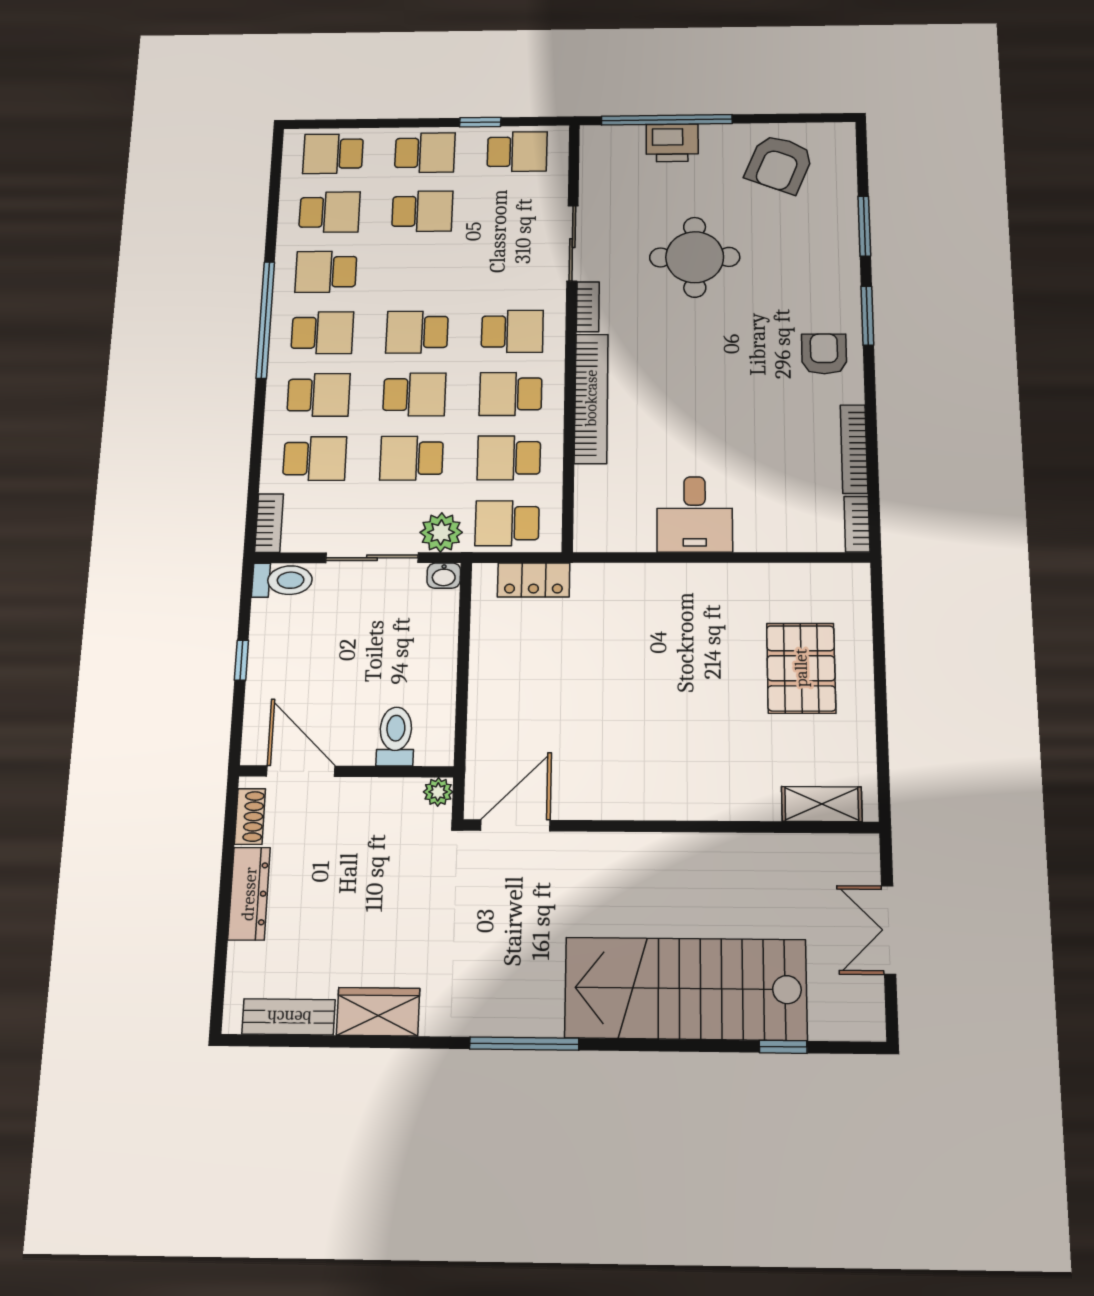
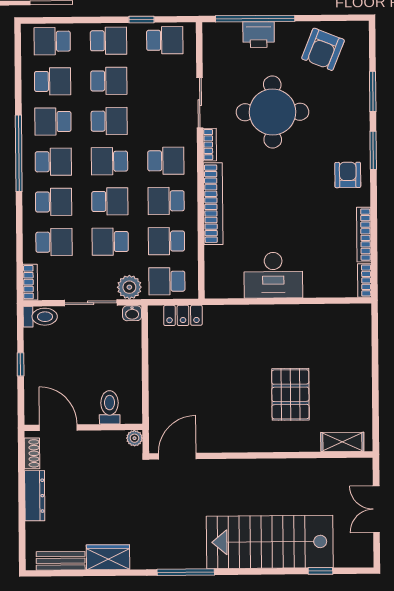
round table: (695, 257) -> (272, 112), width x1.36, depth x1.36
school desk: (420, 271) -> (109, 121), added
desk: (695, 514) -> (273, 275), width x1.37
pallet: (801, 668) -> (290, 394), moved

